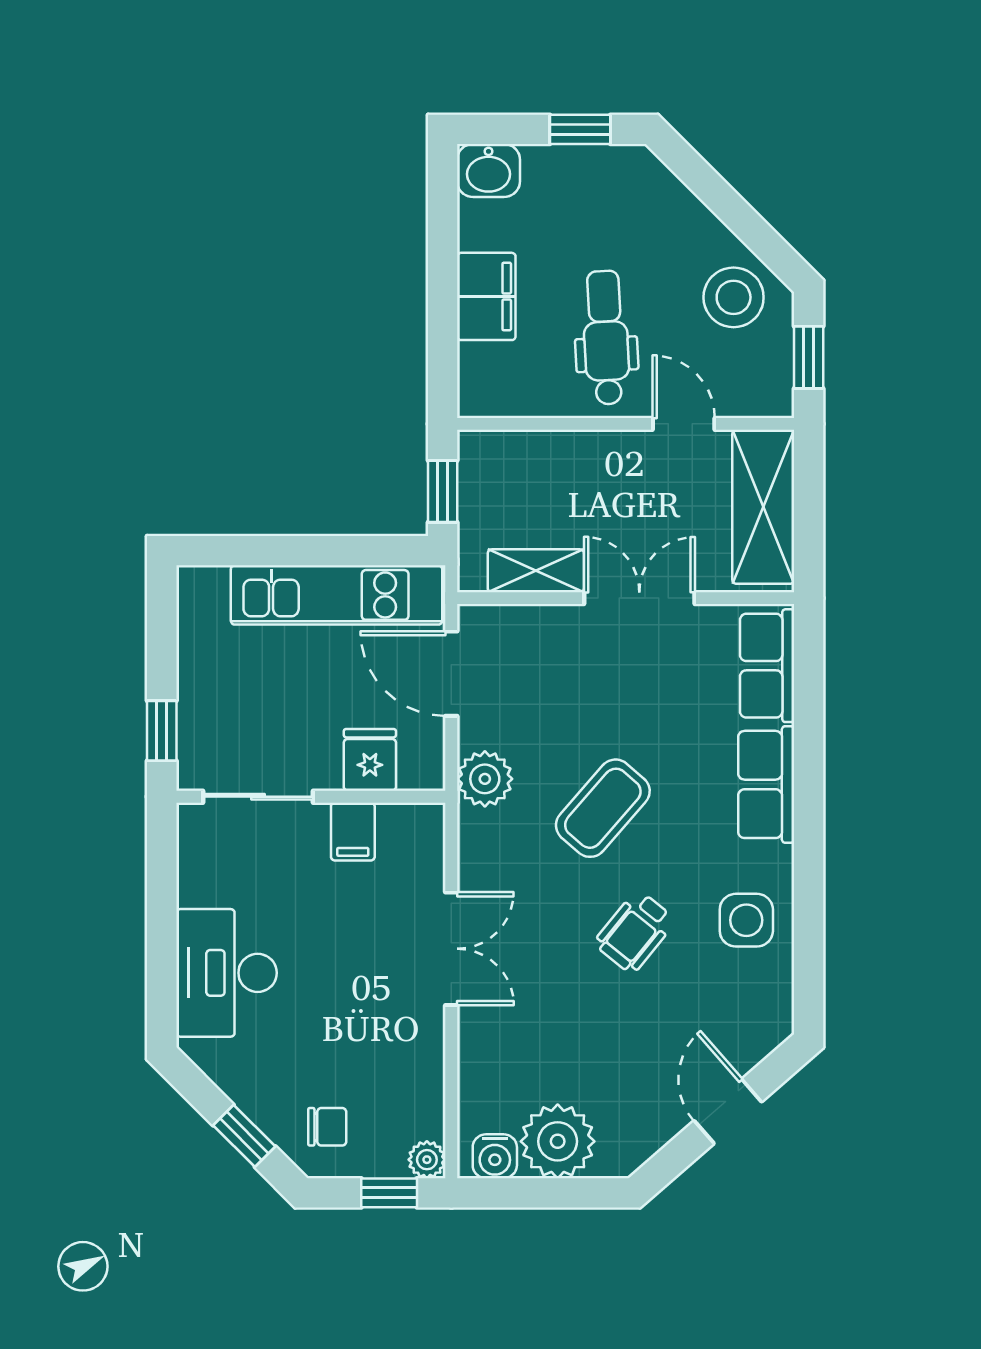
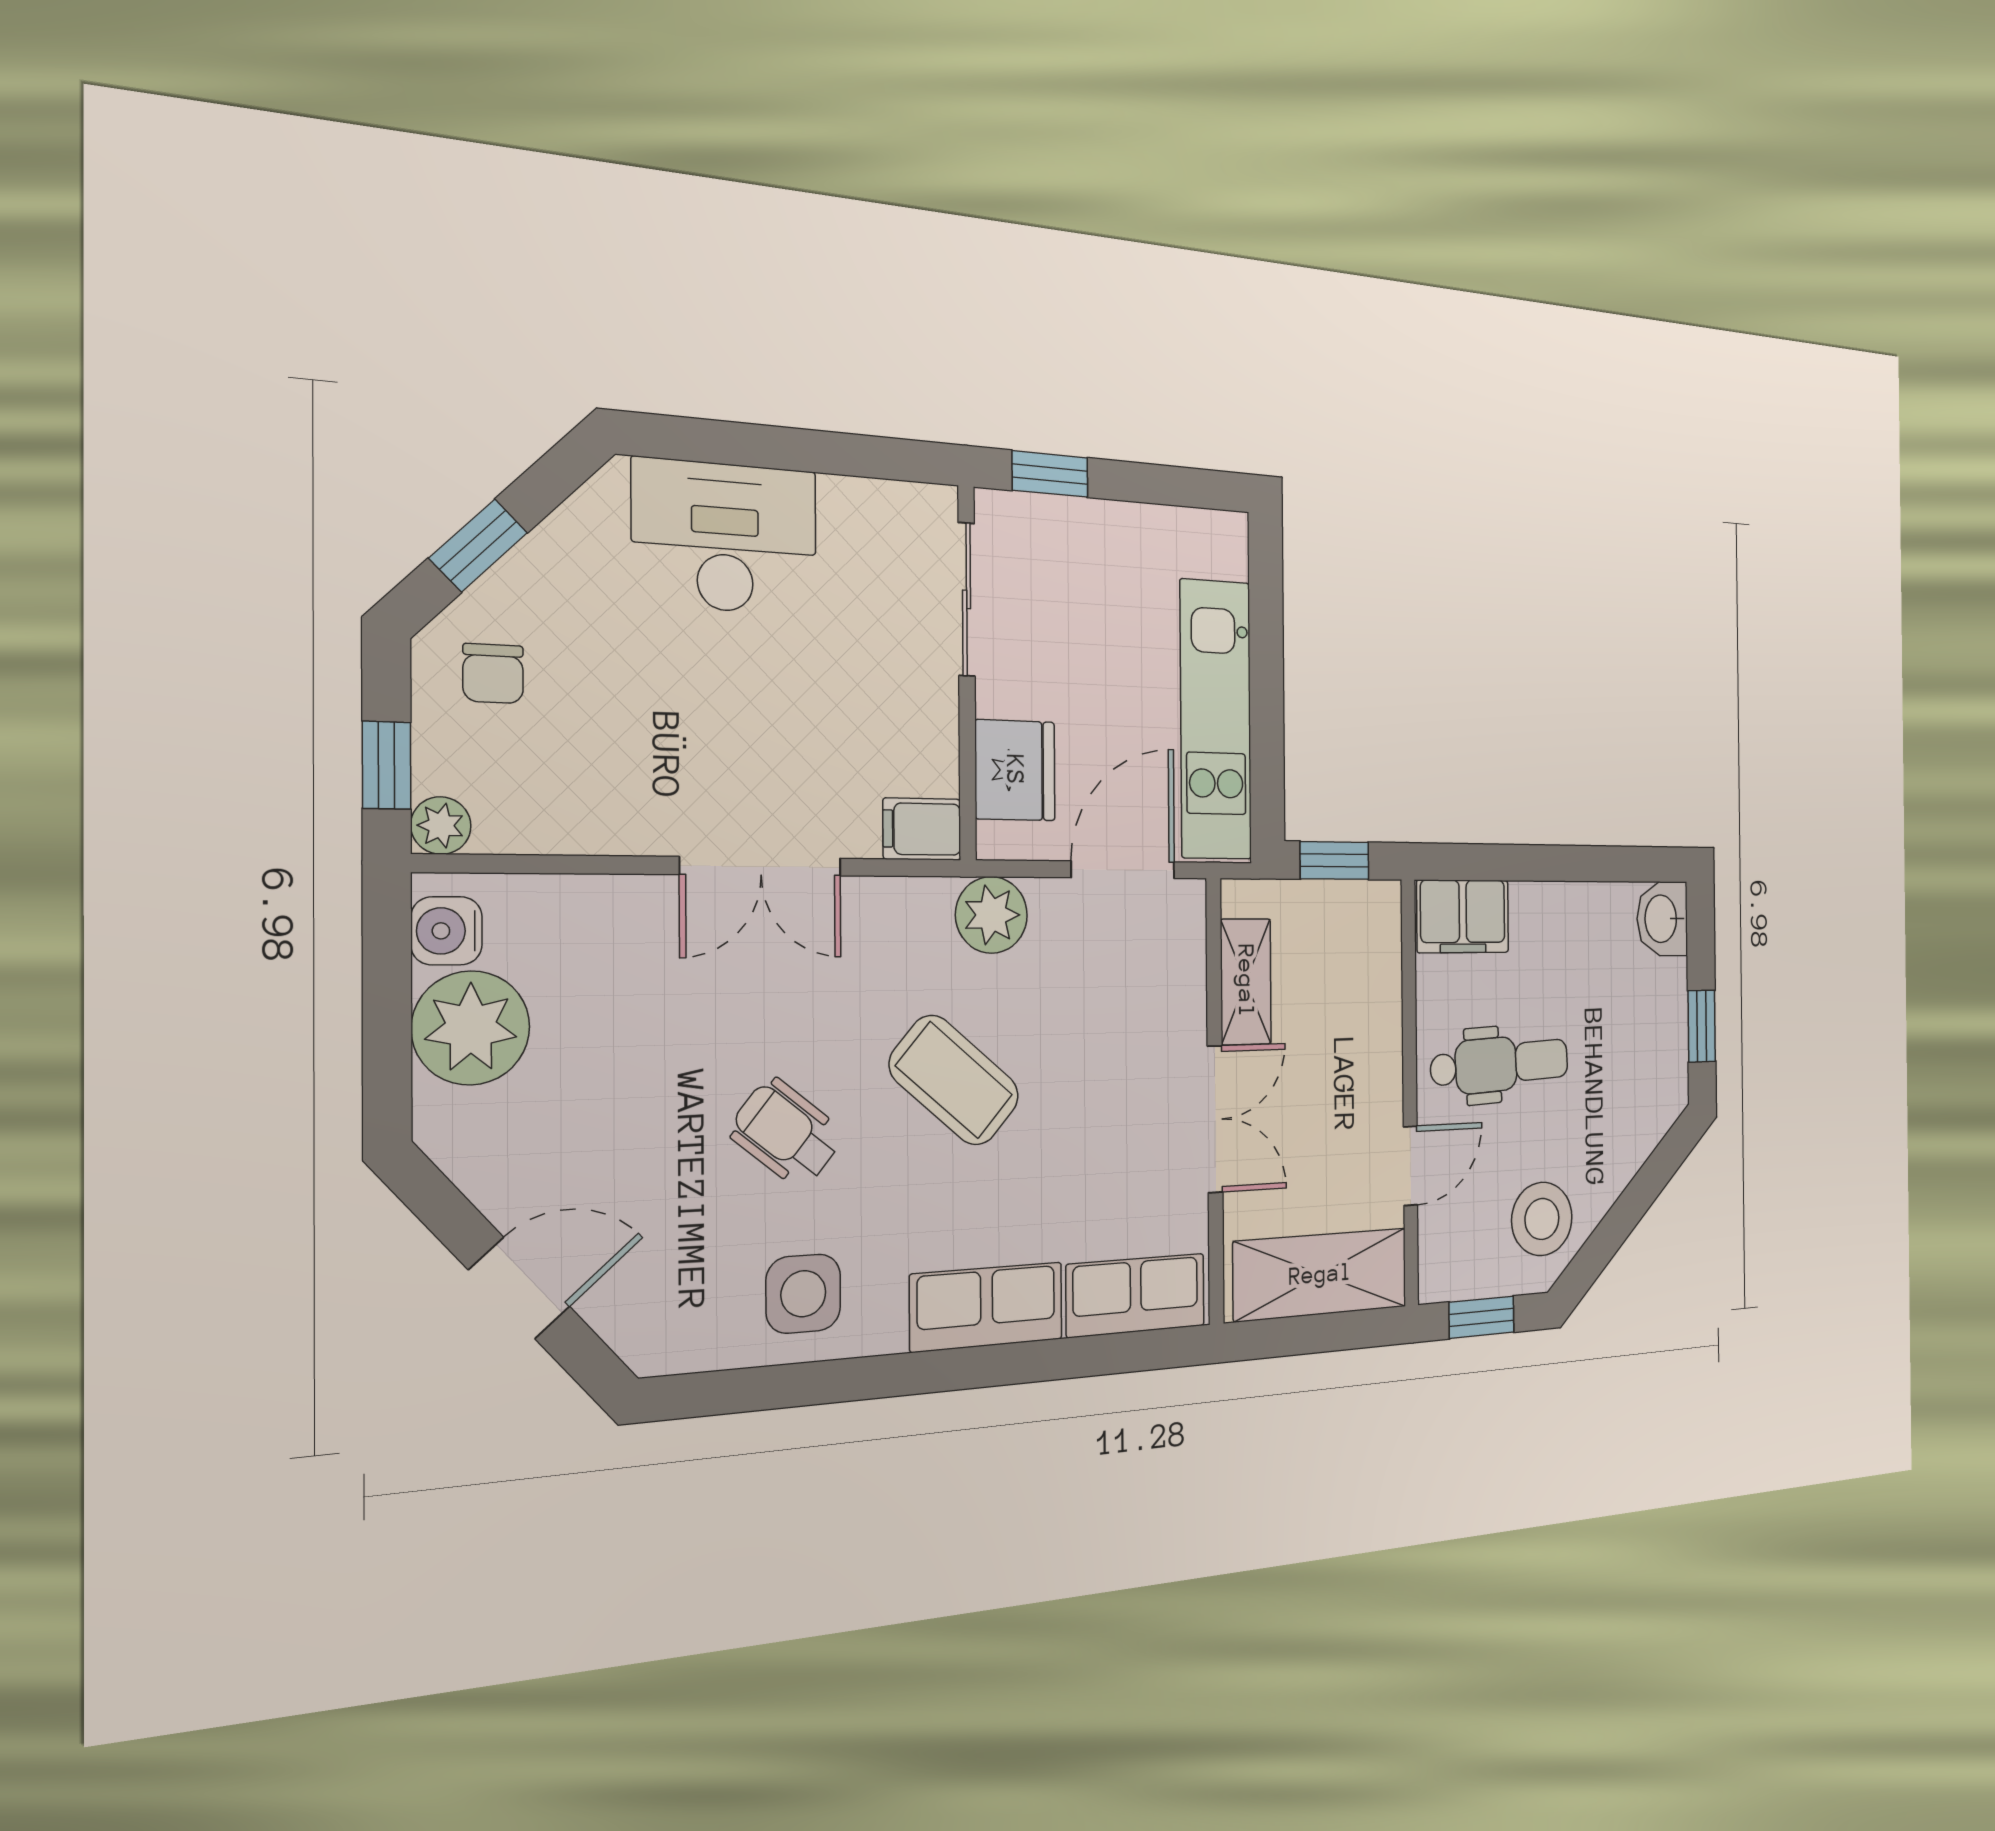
filing cabinet: (486, 296) -> (1463, 916), moved
fridge: (370, 760) -> (1015, 770), width x1.38
filing cabinet: (353, 832) -> (922, 829), moved

